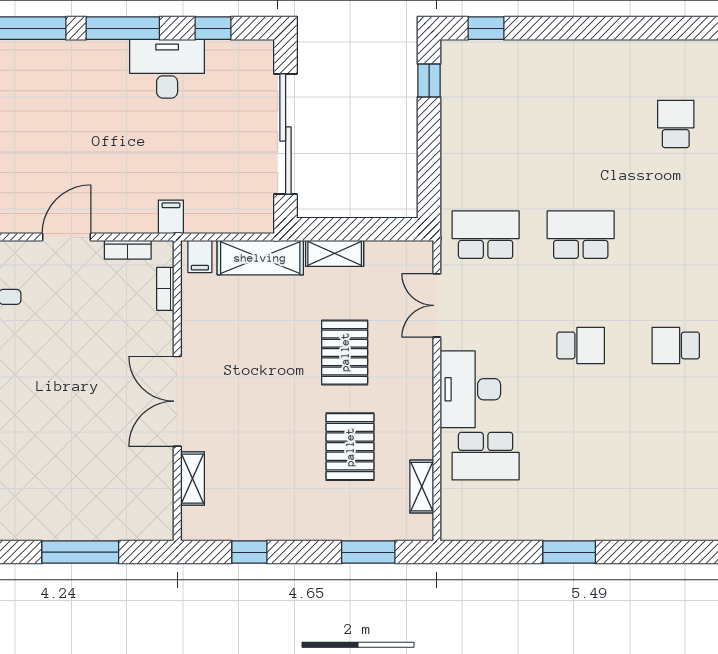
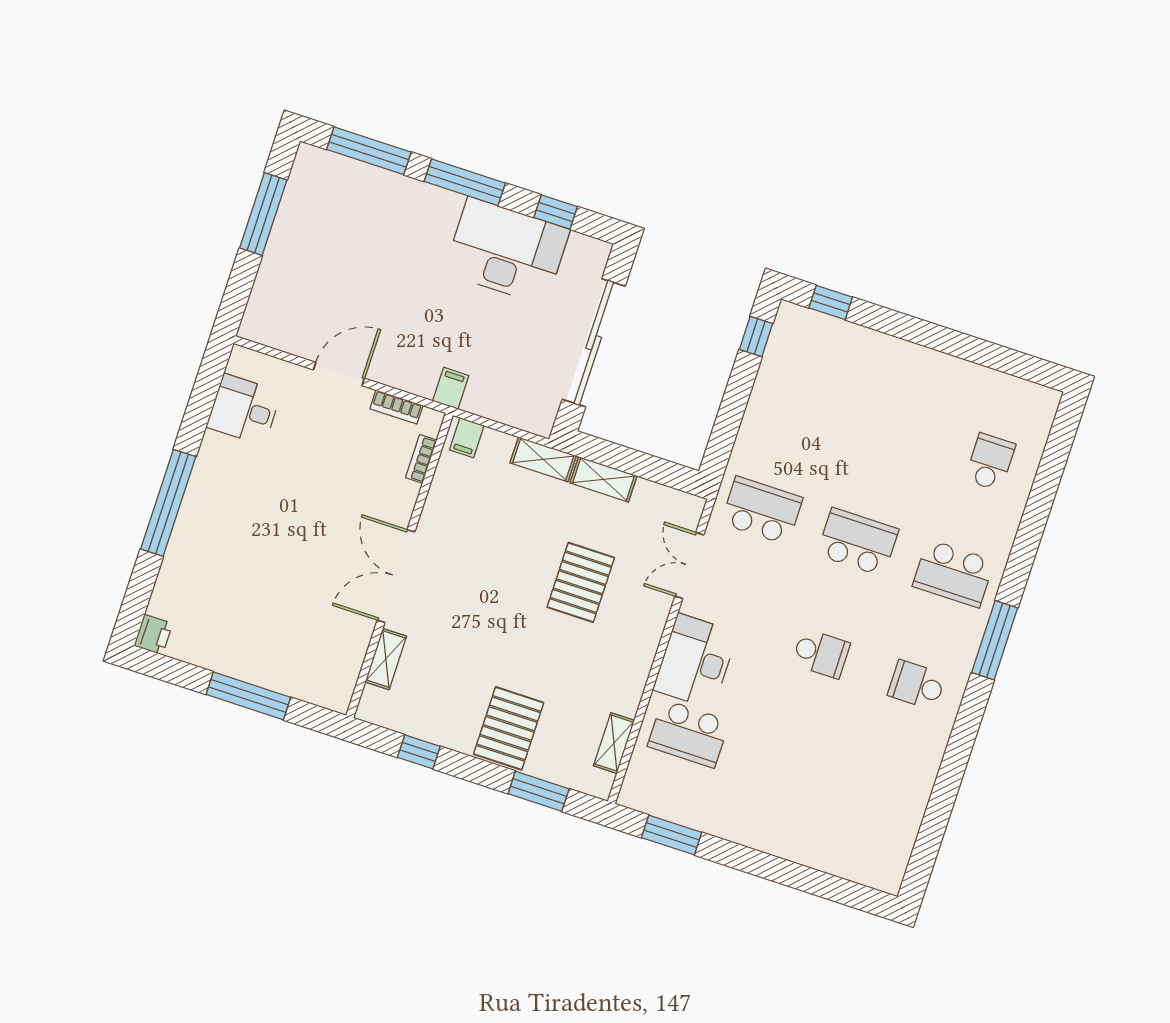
desk: (167, 69) -> (507, 251), width x1.36, depth x1.30
school desk: (676, 235) -> (953, 573), added
shelving: (260, 258) -> (543, 459), width x0.67, depth x0.75
pallet: (350, 447) -> (509, 728), moved
window: (569, 552) -> (672, 835), moved

